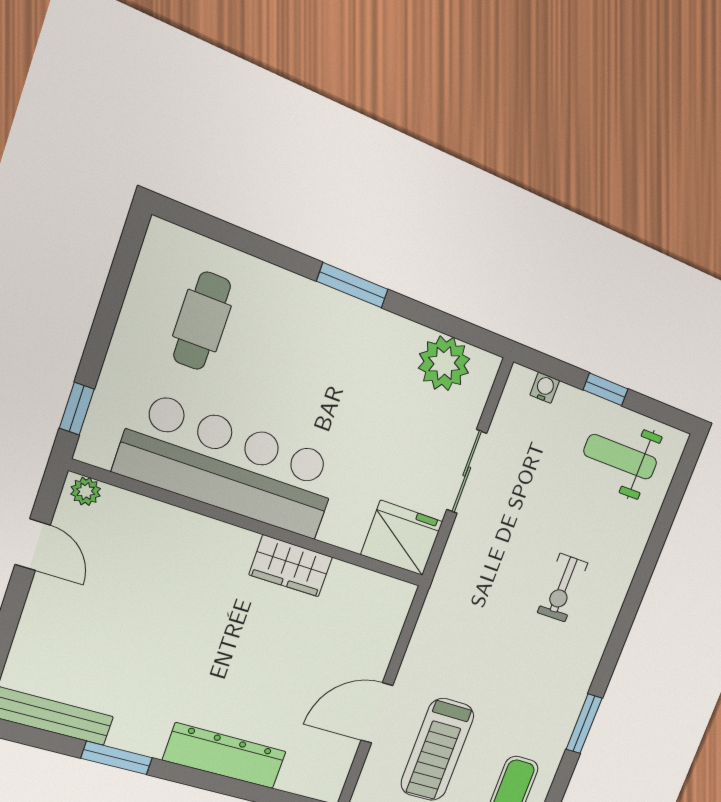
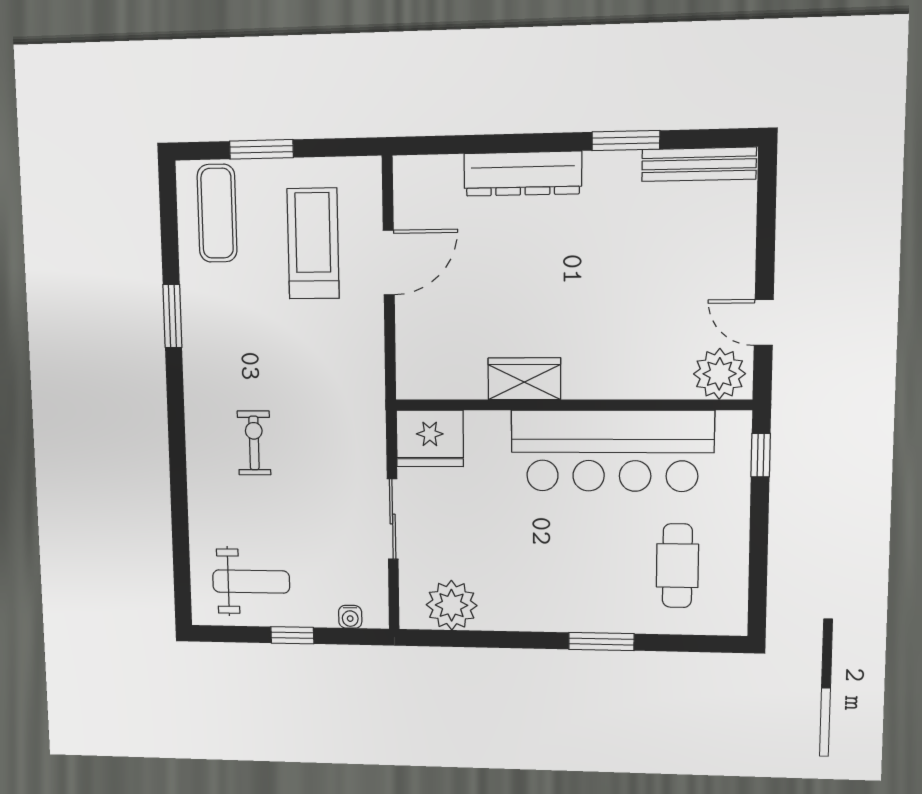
window: (352, 285) -> (601, 642), moved
plant: (86, 491) -> (719, 374), width x1.88, depth x1.88

